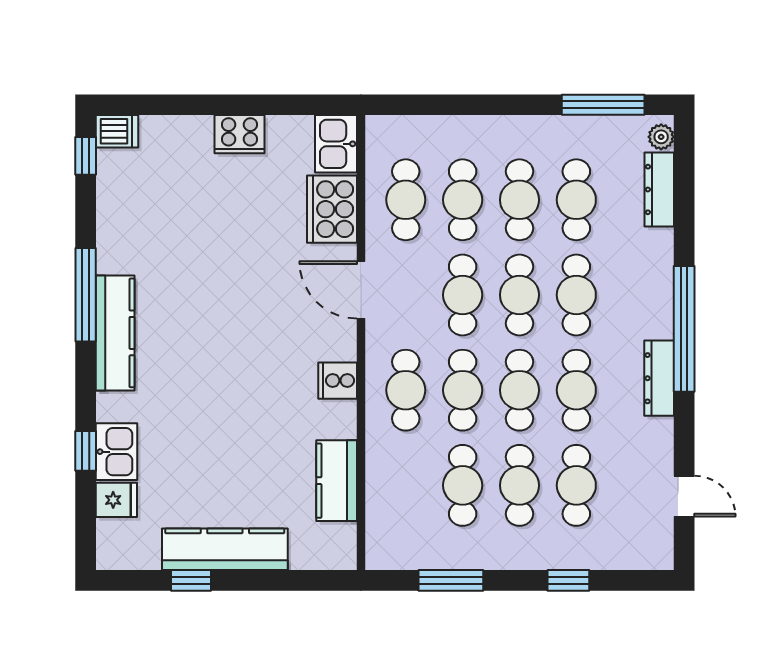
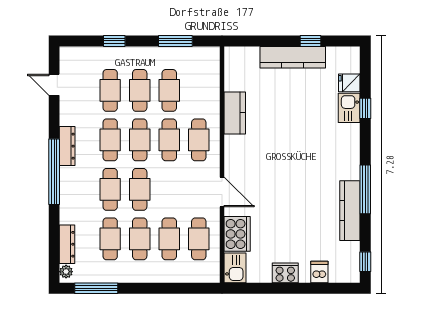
dishwasher: (117, 131) -> (319, 272), moved, turned 90
cafe table: (463, 295) -> (169, 189), removed
kitchen counter: (115, 333) -> (350, 211), moved
cooker: (338, 381) -> (234, 145), removed
kitchen counter: (337, 481) -> (235, 113), moved

